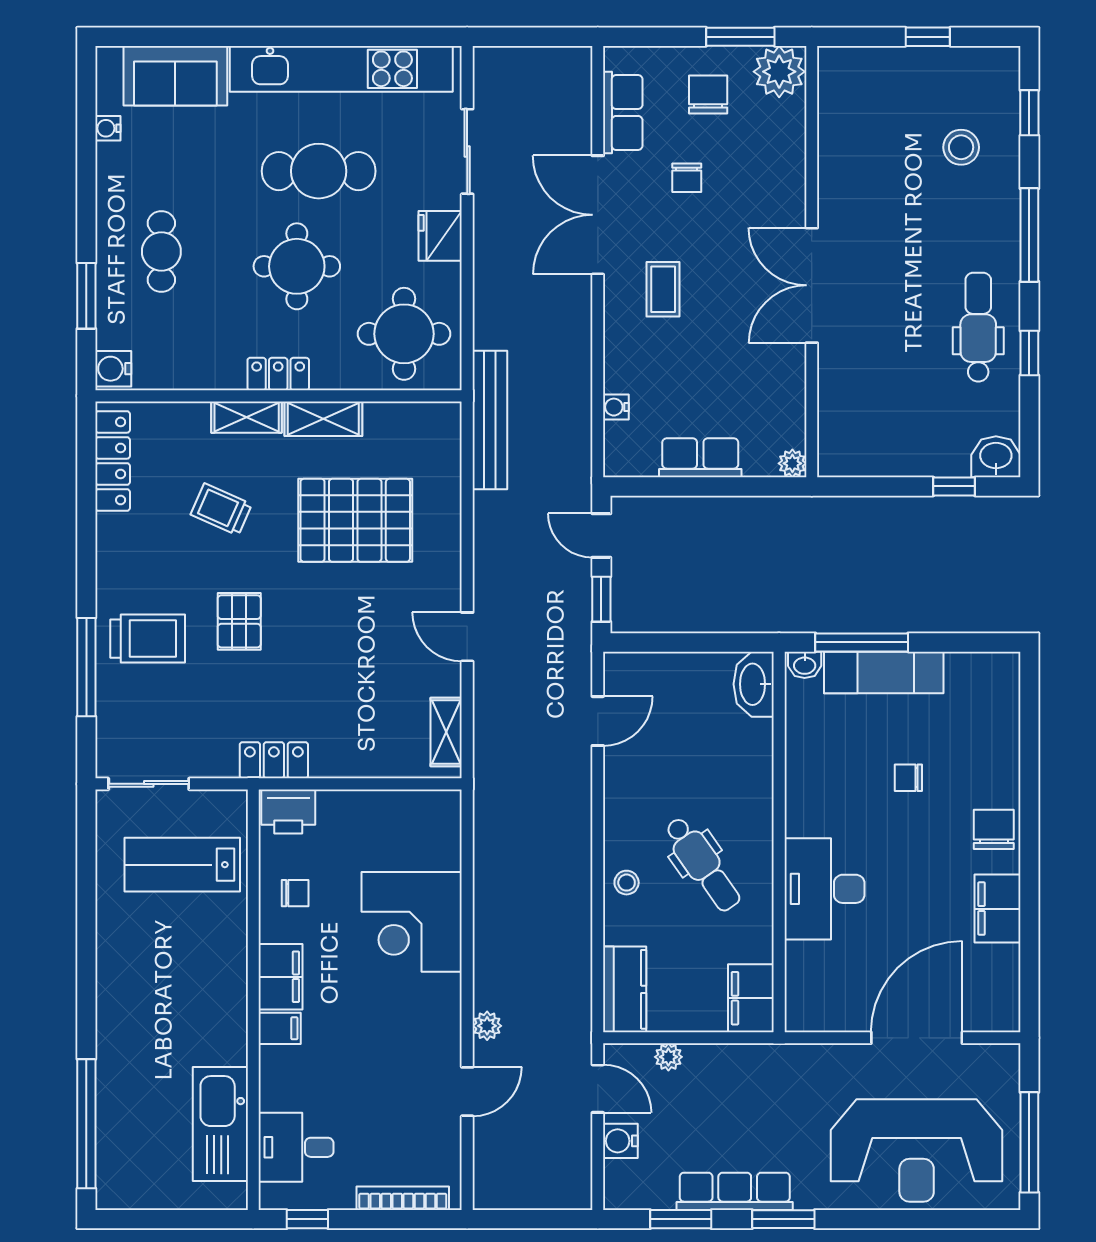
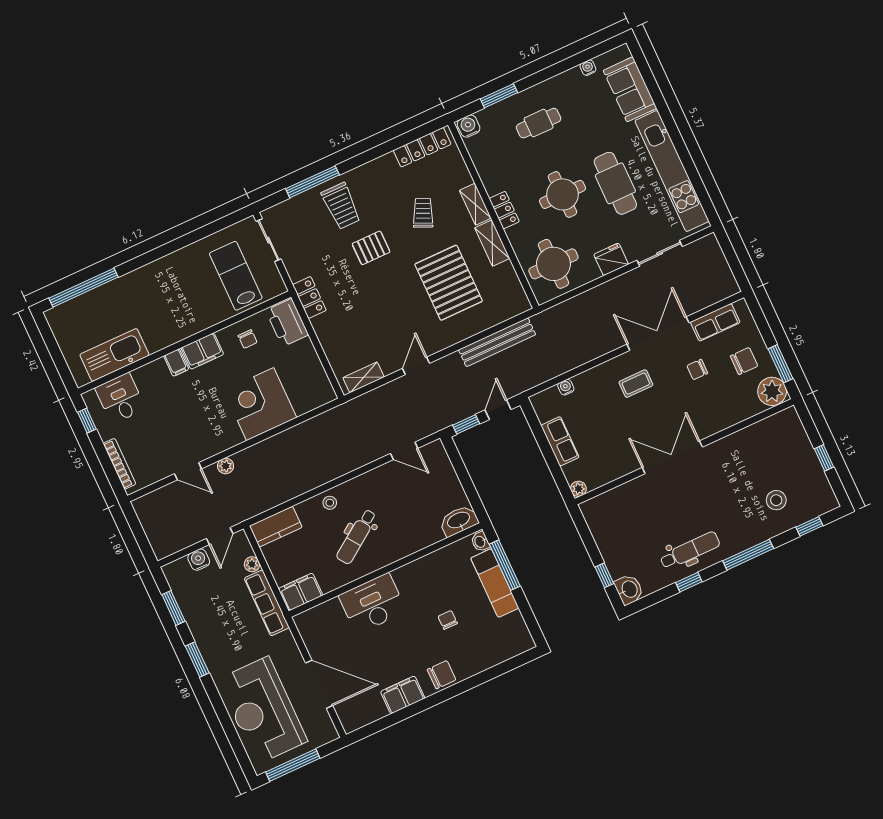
bench: (490, 420) -> (497, 342), moved
printer: (288, 811) -> (287, 323), width x1.37, depth x1.19
row of seats: (735, 1191) -> (267, 603), moved, turned 180

